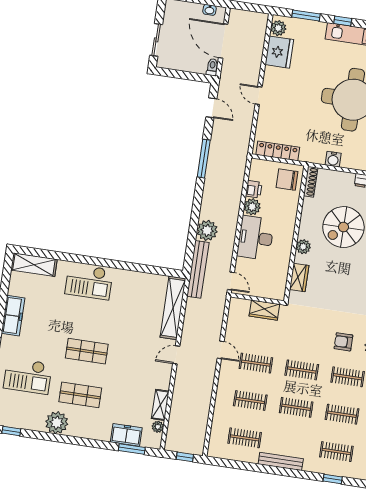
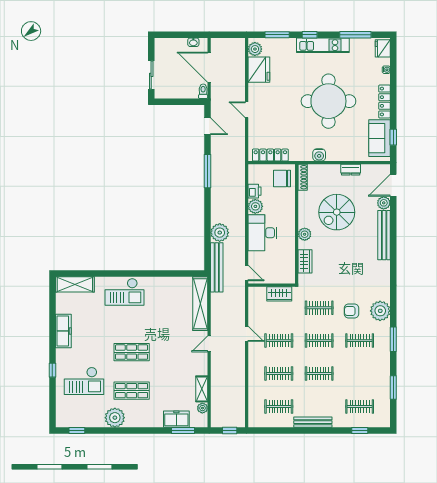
clothes rail: (342, 414) -> (319, 308), moved

